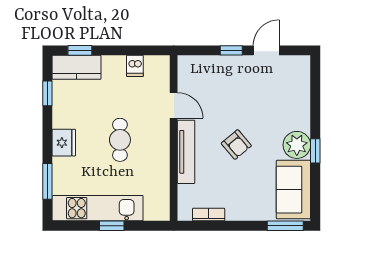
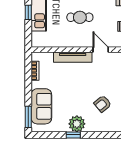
door: (174, 105) -> (101, 50), swing flipped
armchair: (236, 145) -> (103, 104), moved
sofa: (293, 190) -> (41, 106), moved, turned 90

